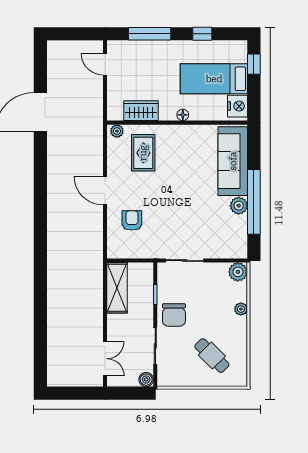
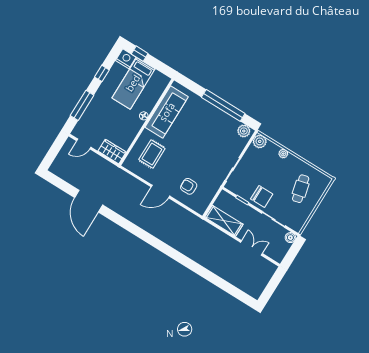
nightstand: (238, 106) -> (126, 59), moved
wardrobe: (141, 111) -> (112, 152), moved, turned 90
plant: (117, 131) -> (129, 162), removed
rug: (143, 153) -> (152, 154), turned 90
sofa: (233, 161) -> (167, 112), moved, turned -90
plant: (239, 206) -> (244, 131), moved
cafe table: (212, 356) -> (301, 189), turned -59
double door: (105, 359) -> (251, 248), moved

